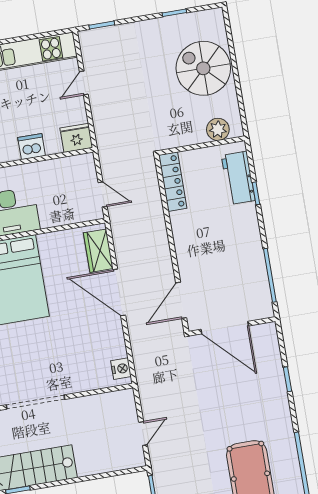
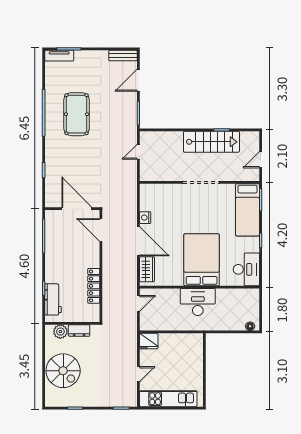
dresser: (189, 136) -> (79, 330), added
dishwasher: (32, 147) -> (177, 340), removed
locker: (173, 182) -> (94, 286), moved
door: (103, 194) -> (138, 303), swing flipped
door: (181, 300) -> (101, 230), swing flipped
nightstand: (121, 369) -> (145, 218), moved

